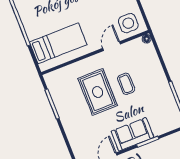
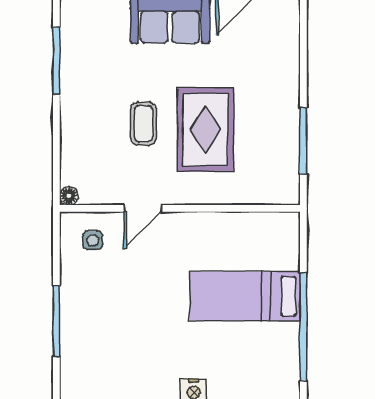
side table: (128, 23) -> (93, 240), width x0.54, depth x0.54
bed: (58, 43) -> (245, 296), moved

